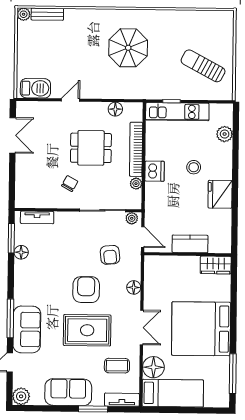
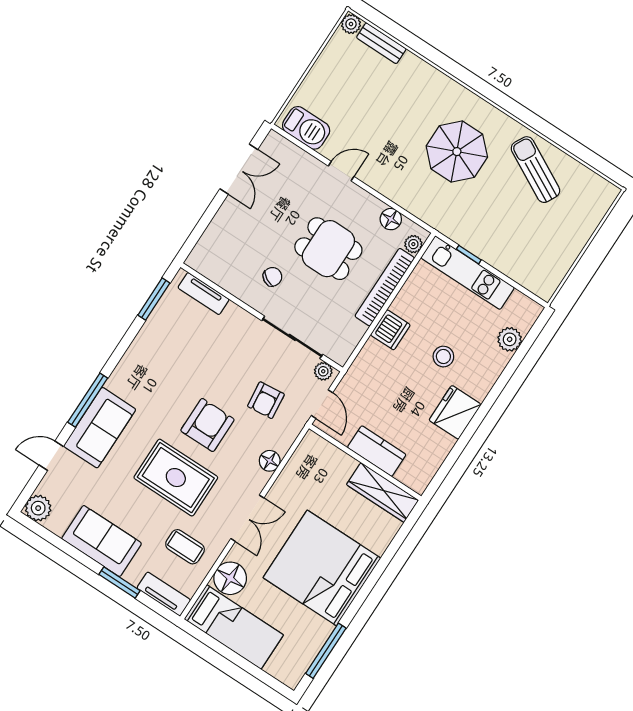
sun lounger: (203, 66) -> (535, 170), moved
plant: (136, 184) -> (413, 244), moved
floor lamp: (21, 252) -> (155, 325), removed
wardrobe: (216, 265) -> (383, 492), width x1.50

